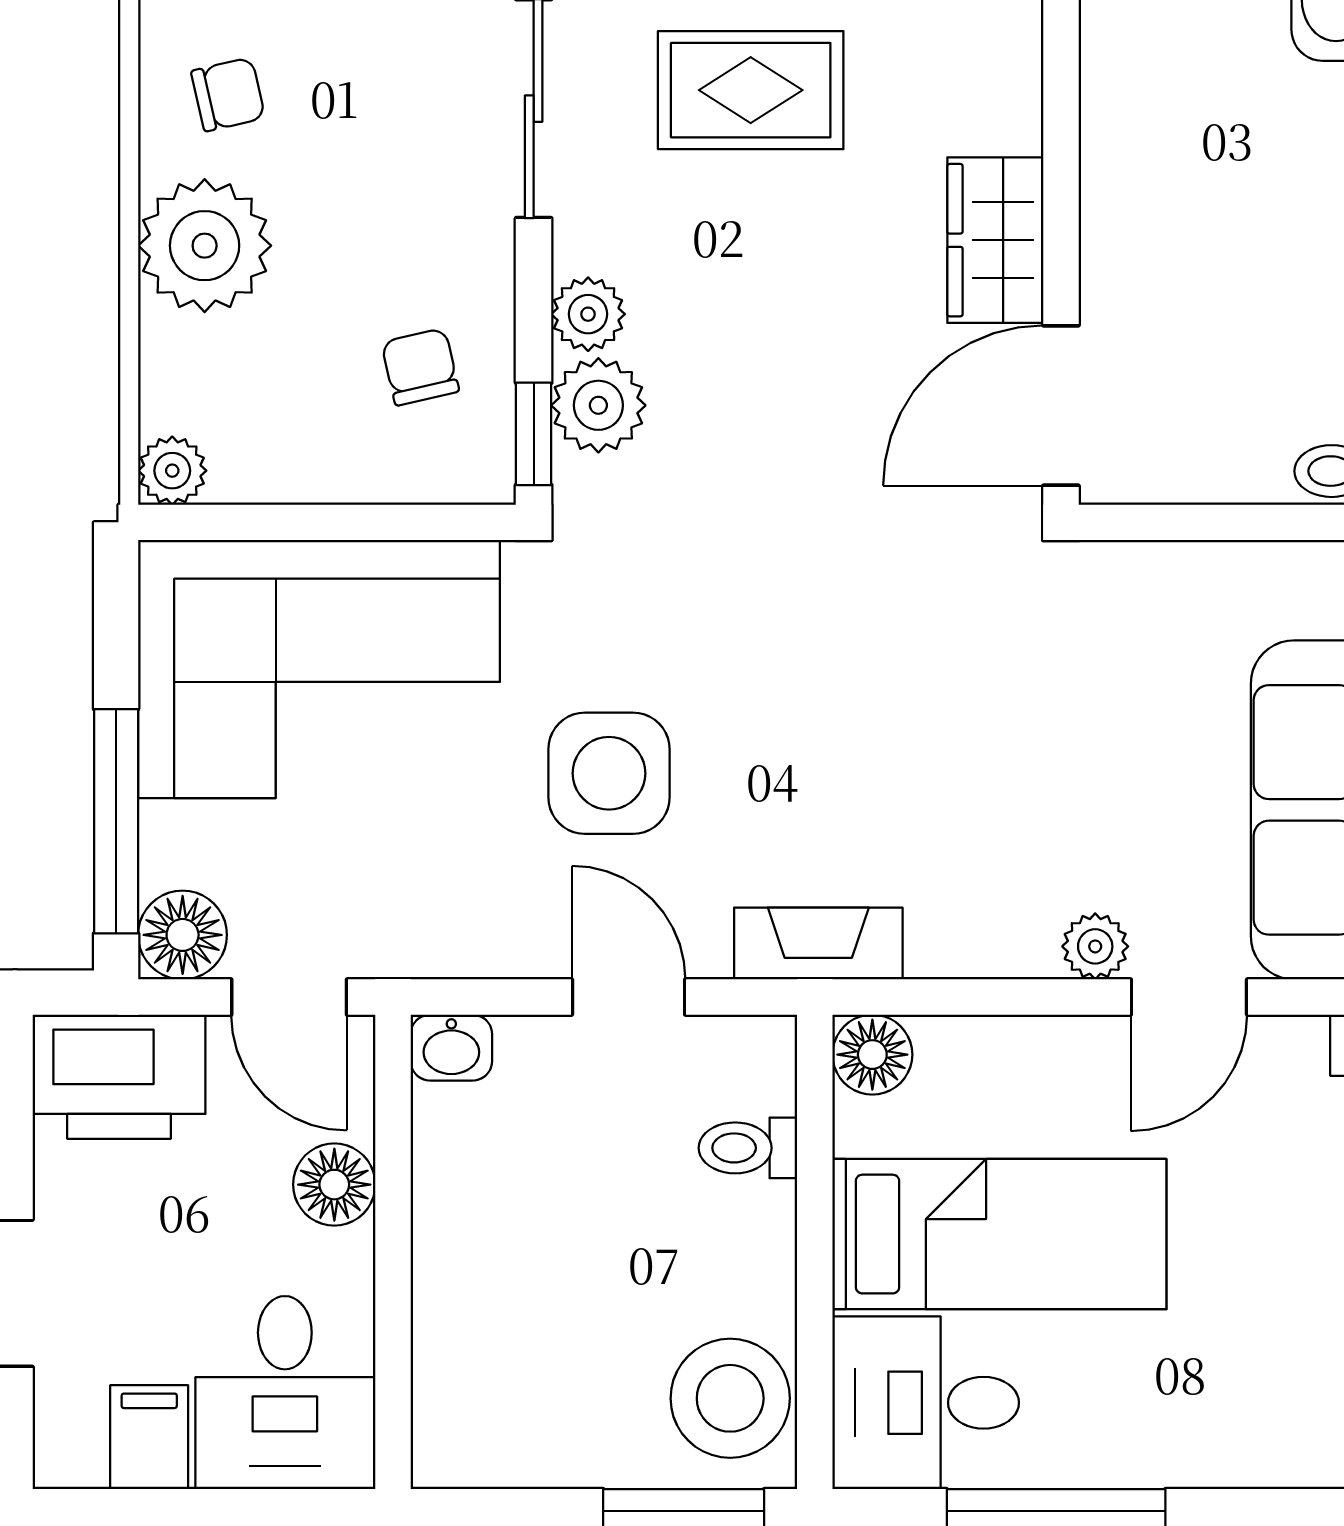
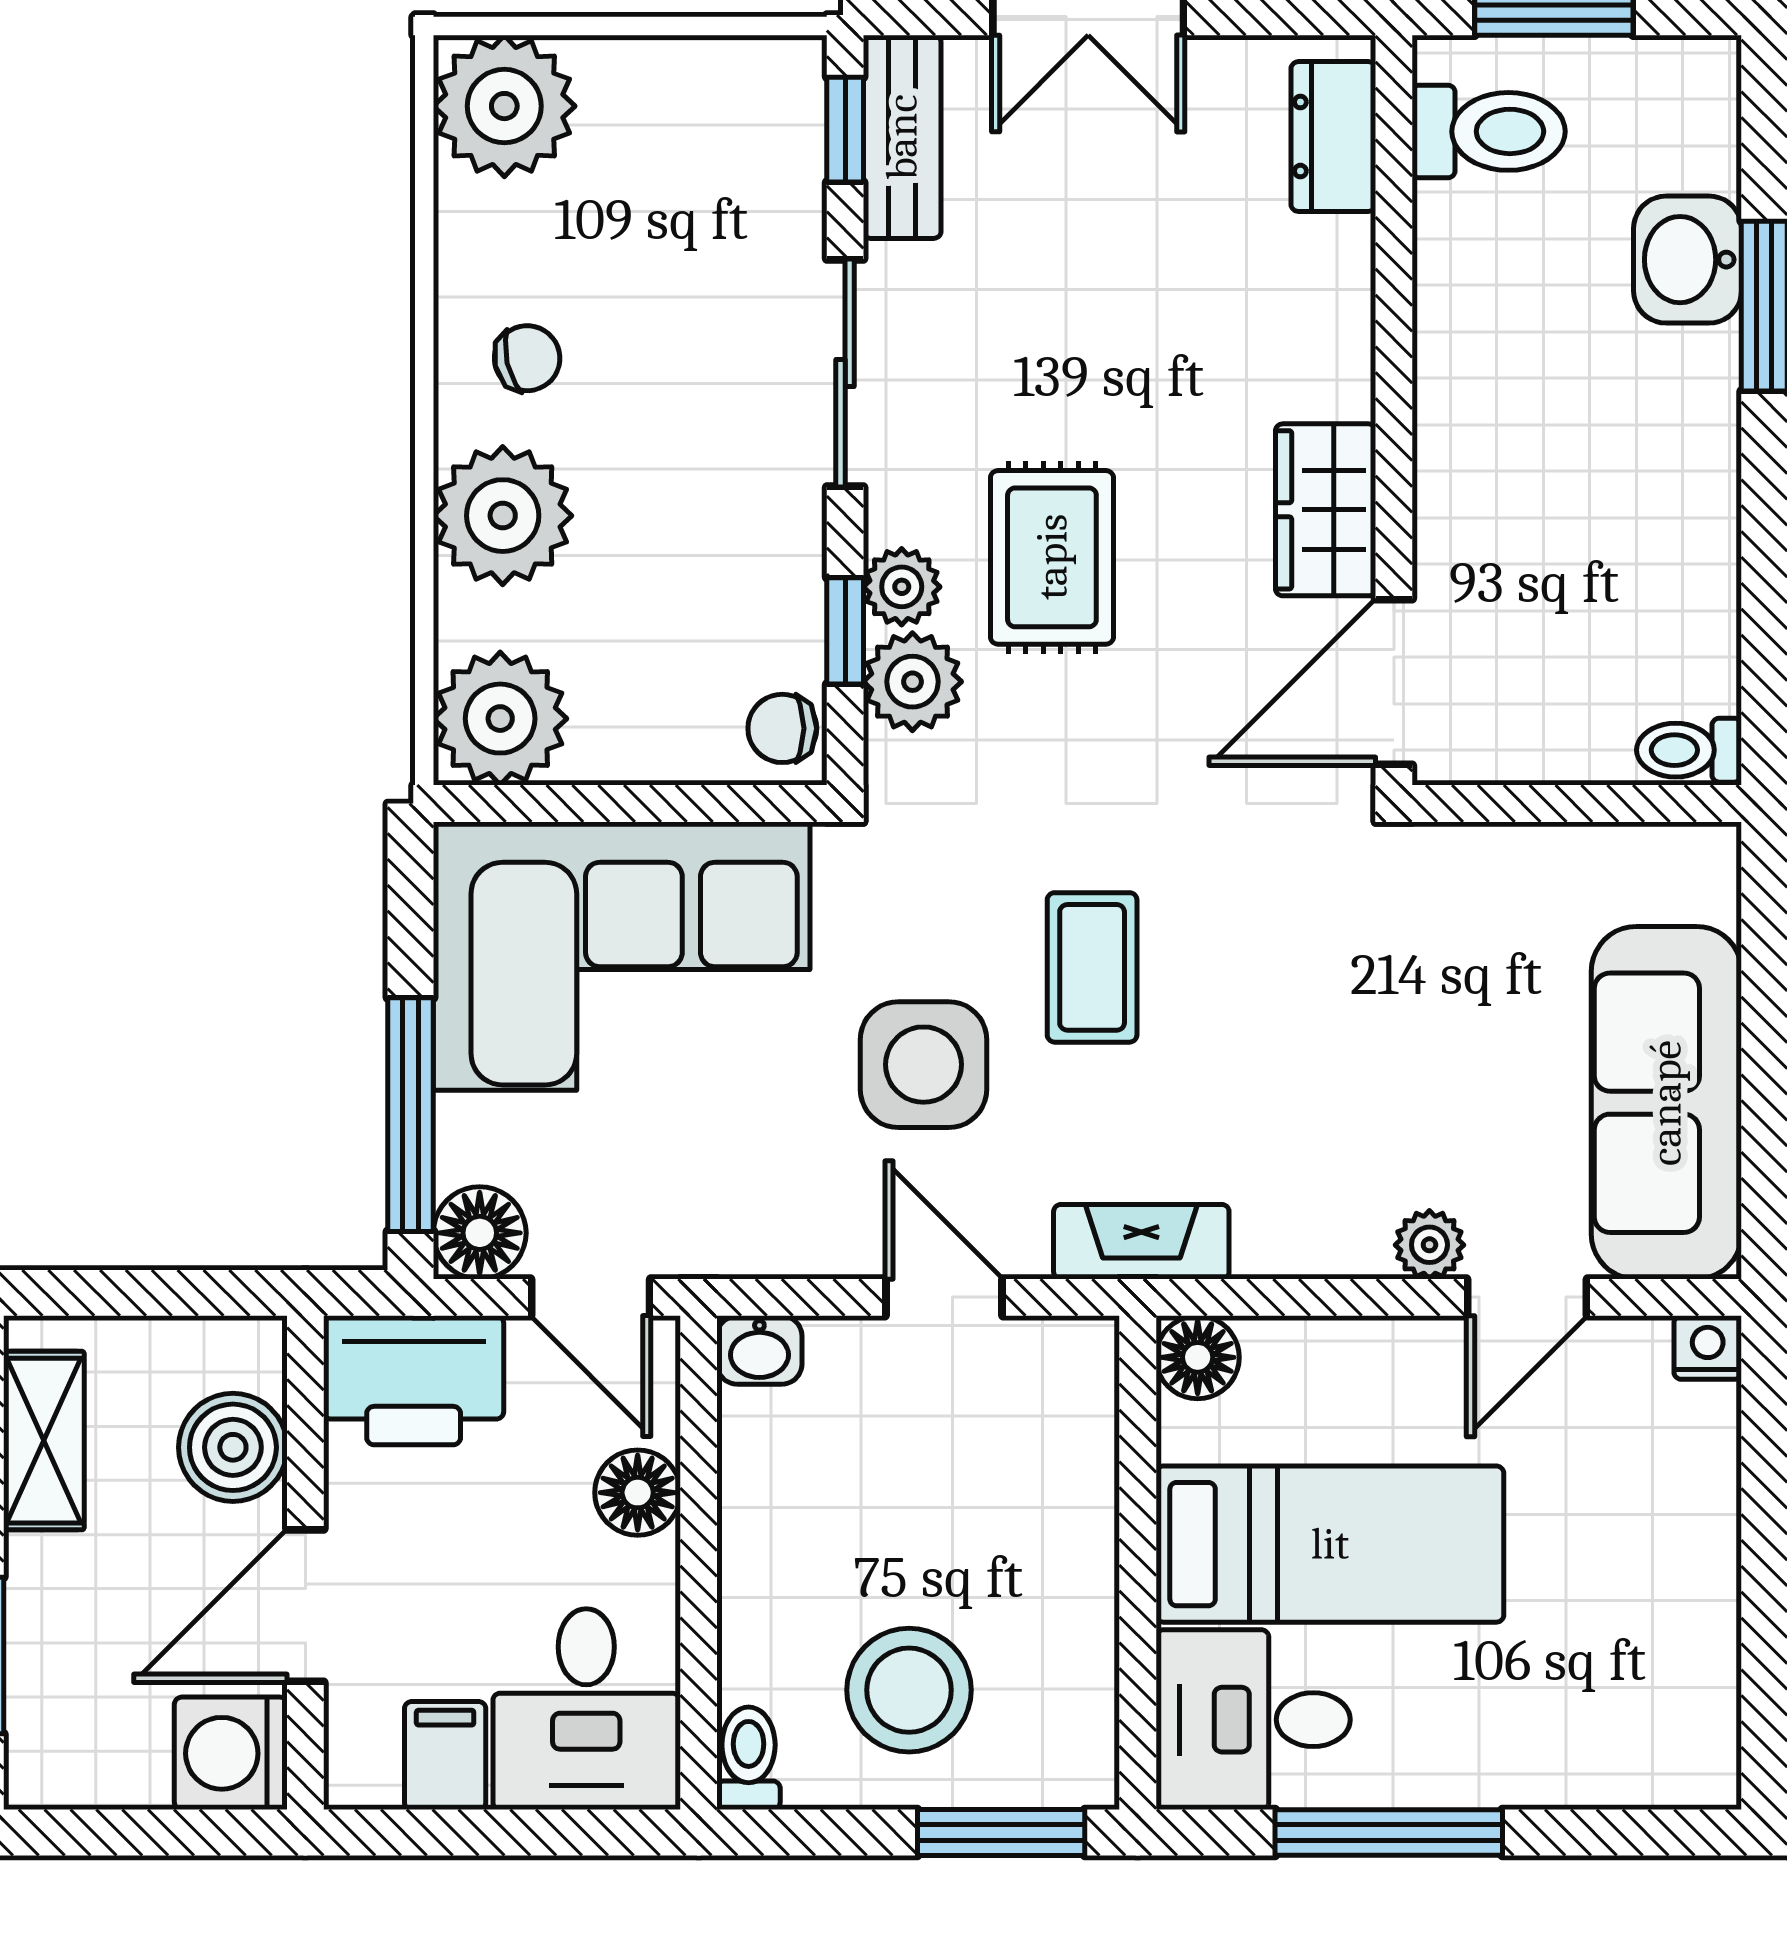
rug: (751, 90) -> (1052, 557), moved, turned 90
chair: (420, 367) -> (782, 728), moved, turned -77
window: (534, 434) -> (845, 631), moved
plant: (172, 471) -> (500, 719), width x1.88, depth x1.88
coffee table: (771, 680) -> (1092, 967), added
toilet: (748, 1148) -> (749, 1758), moved, turned 90
stool: (730, 1398) -> (909, 1690), moved

